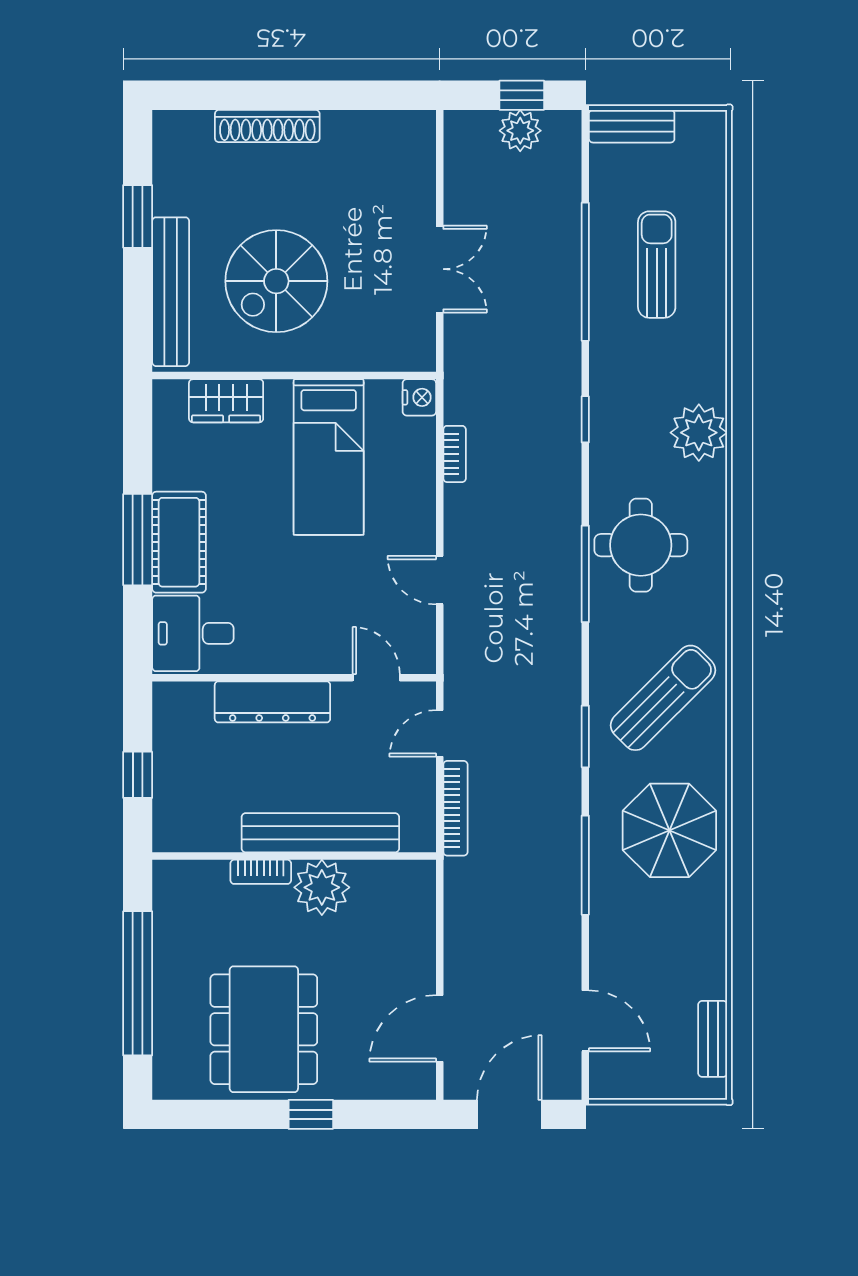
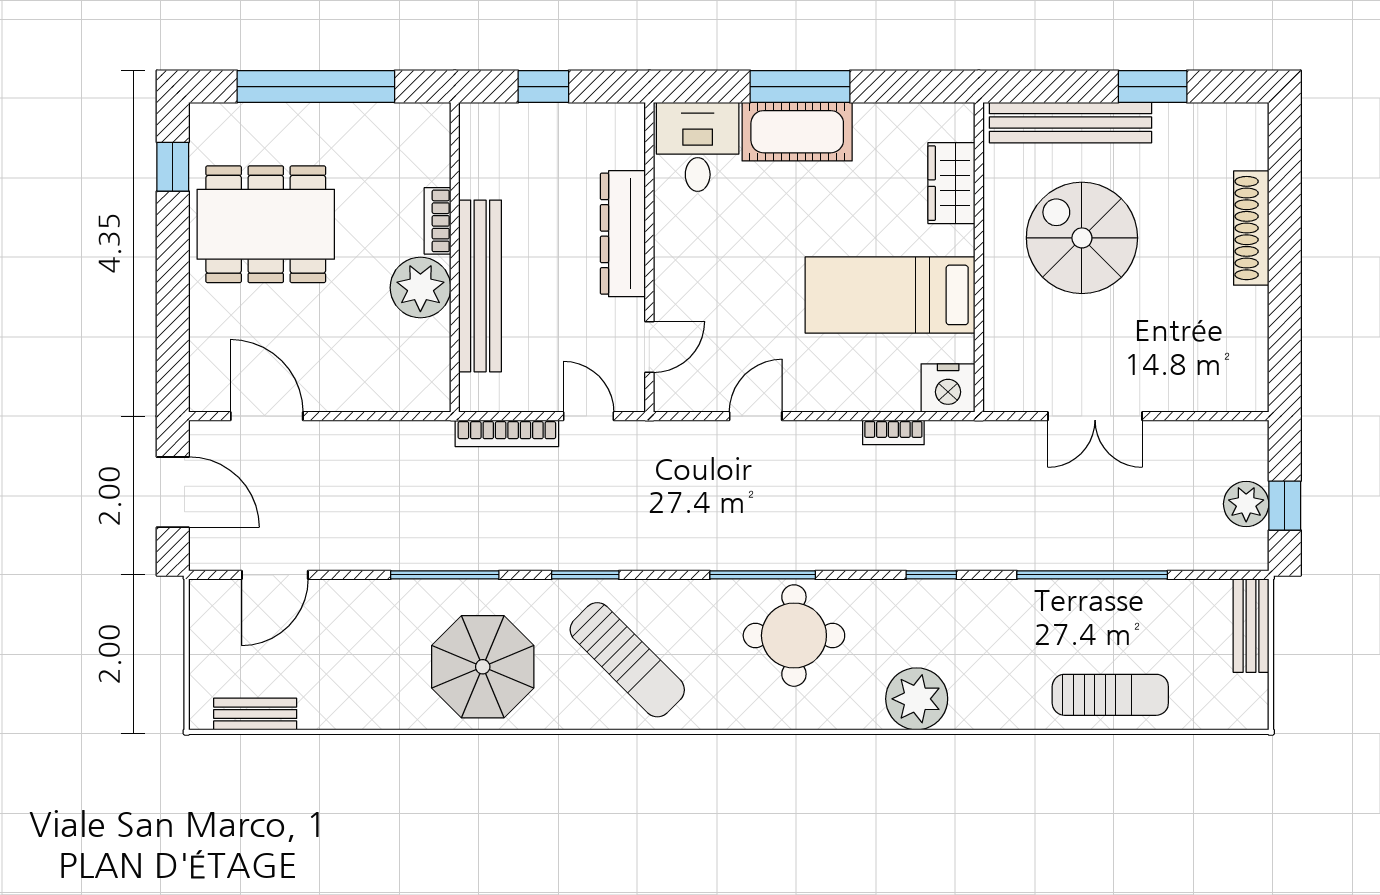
sun lounger: (657, 265) -> (1110, 695), moved
nightstand: (419, 397) -> (948, 388), width x1.36, depth x1.33
window: (311, 1114) -> (173, 167), moved

